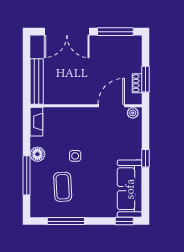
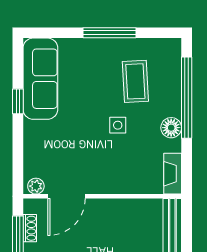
window: (146, 158) -> (18, 101), moved
window: (27, 175) -> (187, 98), width x1.46
window: (66, 221) -> (109, 33), moved
window: (124, 221) -> (48, 33), removed

